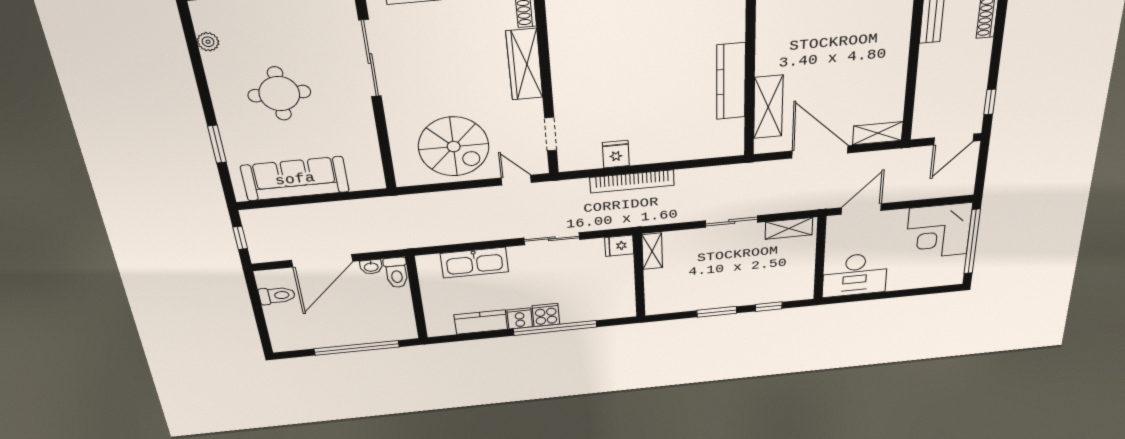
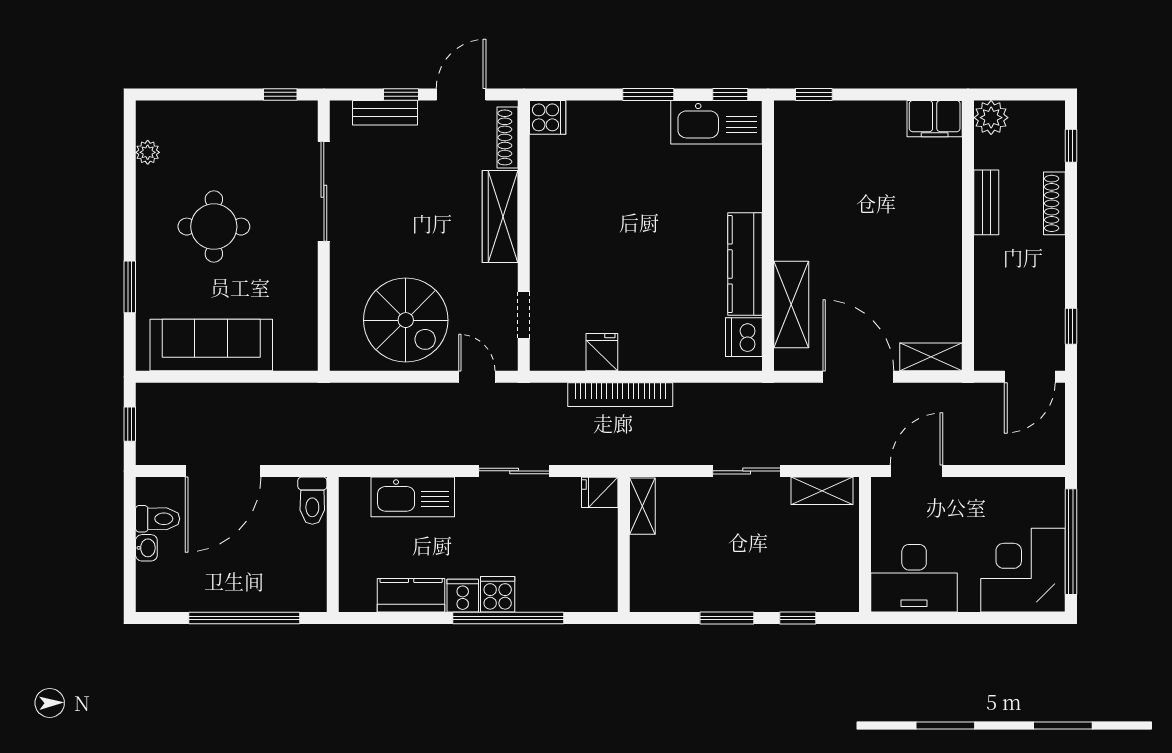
dishwasher: (730, 133) -> (744, 337), added
corner desk: (938, 231) -> (1023, 570), moved, turned 90
washbasin: (371, 267) -> (146, 548), moved, turned -90

